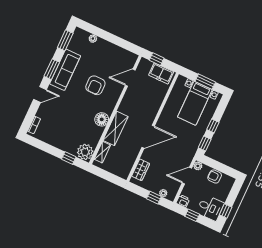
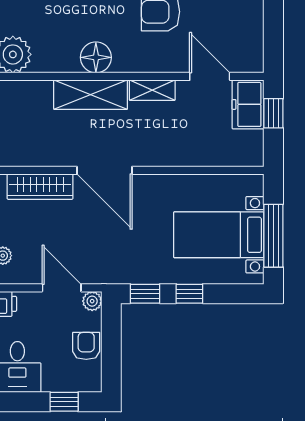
freezer: (161, 73) -> (248, 104), moved
window: (205, 82) -> (273, 236), width x1.44
shelving: (102, 152) -> (152, 90), moved
wardrobe: (141, 170) -> (40, 187), width x1.50
window: (226, 211) -> (64, 402), moved

